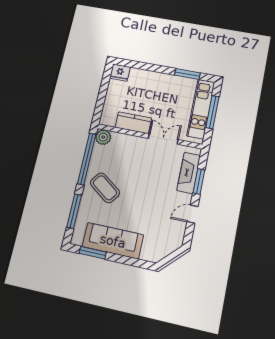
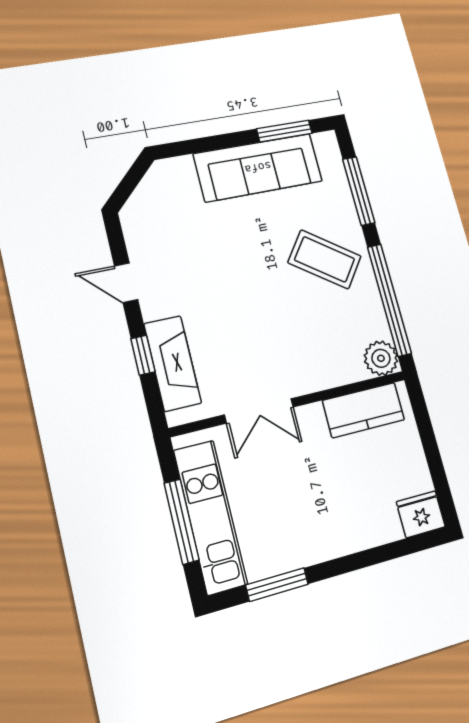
kitchen counter: (133, 123) -> (364, 410), moved
window: (199, 181) -> (143, 355), width x0.67
door: (192, 214) -> (126, 283), swing flipped

